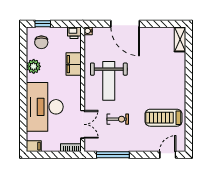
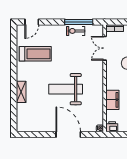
shelving: (180, 39) -> (21, 92), moved
weight bench: (109, 81) -> (66, 89), moved, turned -90
exercise bike: (118, 119) -> (76, 31), moved

